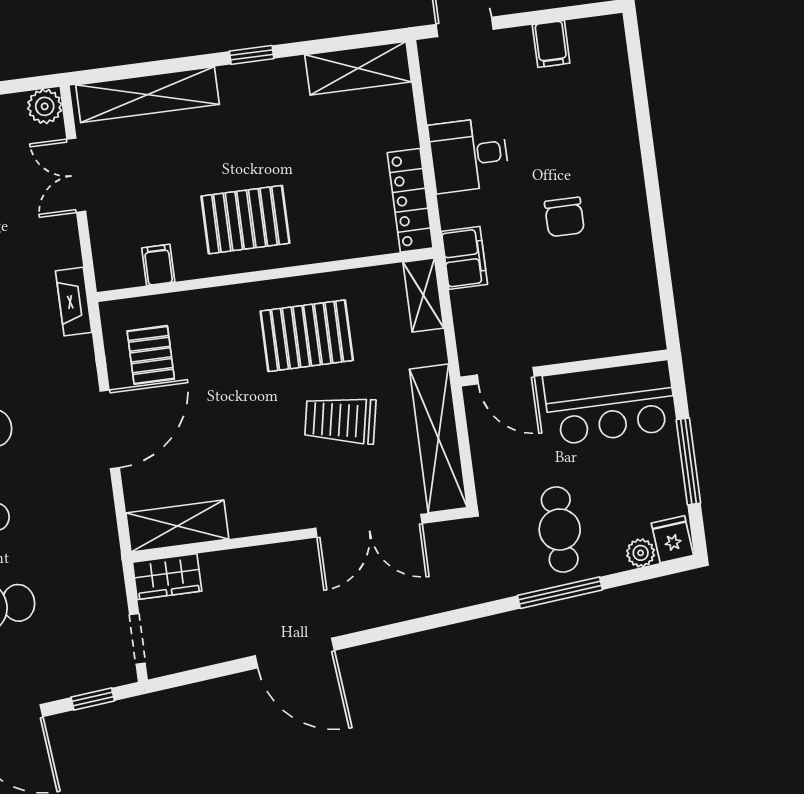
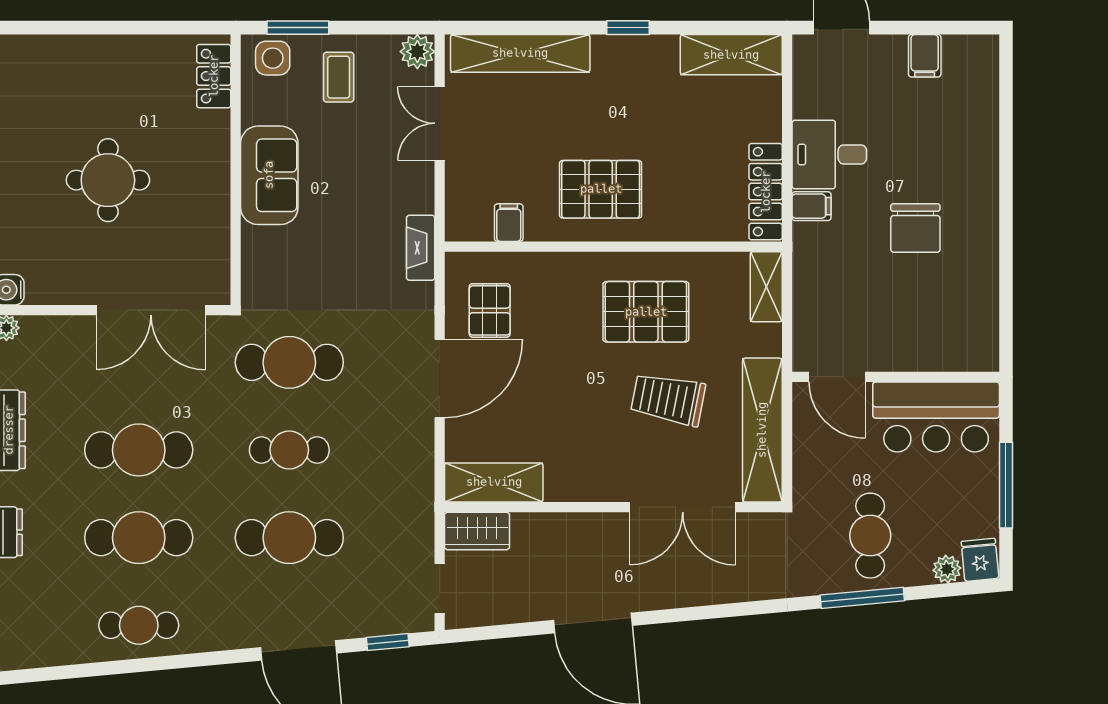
chair: (564, 217) -> (915, 228), width x1.37, depth x1.37
filing cabinet: (464, 258) -> (811, 206), moved, width x0.50

